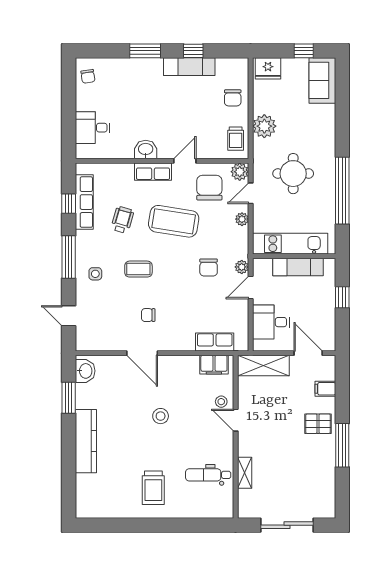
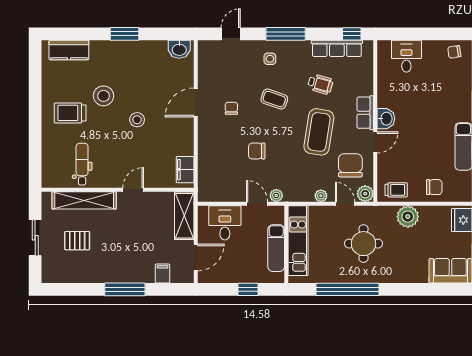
chair: (233, 98) -> (434, 187), turned 180
trolley: (236, 139) -> (396, 190), turned 180
washbasin: (146, 150) -> (386, 119), moved
door: (185, 161) -> (375, 142), hinge flipped
chair: (209, 188) -> (350, 165), turned -90
window: (69, 204) -> (352, 34), moved
chair: (209, 267) -> (257, 151), moved
coffee table: (138, 269) -> (274, 99), turned -71
row of seats: (215, 342) -> (206, 170), removed
window: (69, 398) -> (125, 34), moved
stool: (221, 402) -> (104, 96), moved, width x1.89, depth x1.89
pallet: (318, 424) -> (77, 241), moved, turned 90
kitchen counter: (86, 441) -> (69, 50), moved, width x0.67
window: (342, 445) -> (125, 289), moved
shelving: (245, 473) -> (84, 200), width x2.20, depth x1.33
sliding door: (287, 525) -> (35, 238), width x0.73

